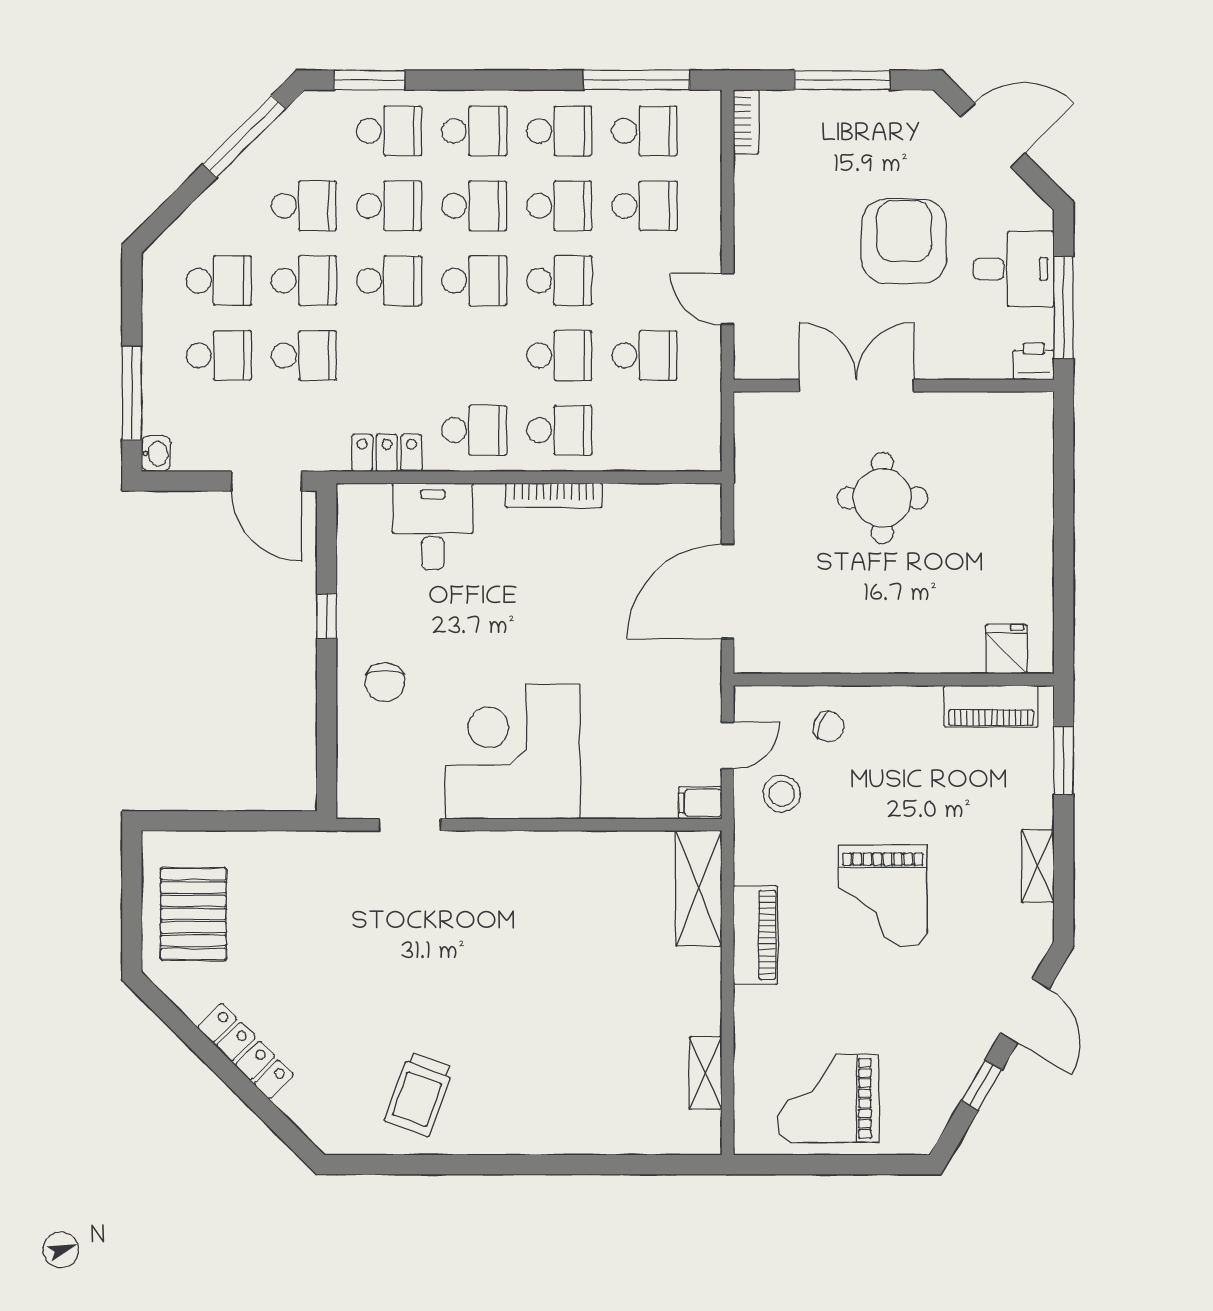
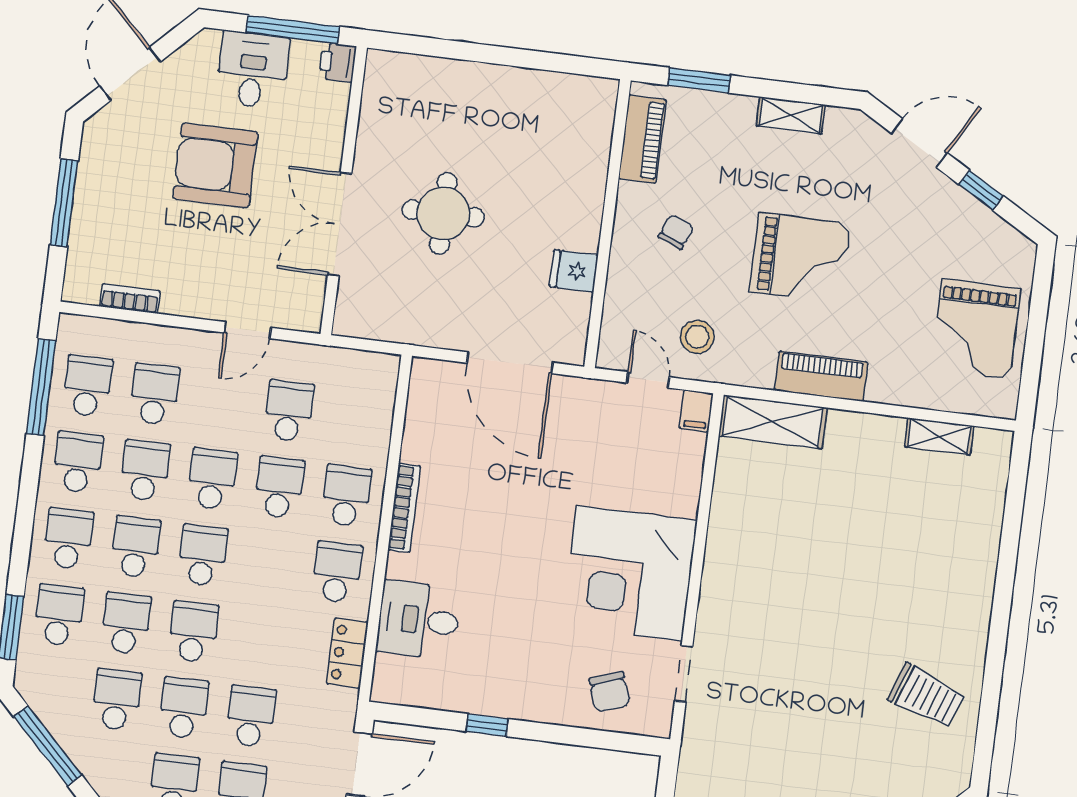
bookcase: (746, 122) -> (130, 299), moved
fridge: (1006, 649) -> (574, 271), moved
chair: (385, 682) -> (609, 692), moved, turned 71
chair: (829, 727) -> (676, 232), moved

